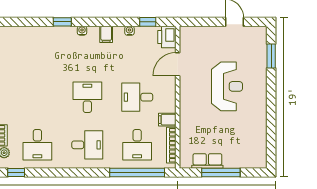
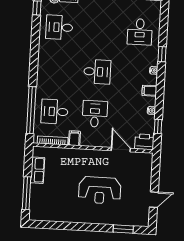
desk: (87, 145) -> (140, 32), moved
window: (221, 173) -> (27, 193), moved

